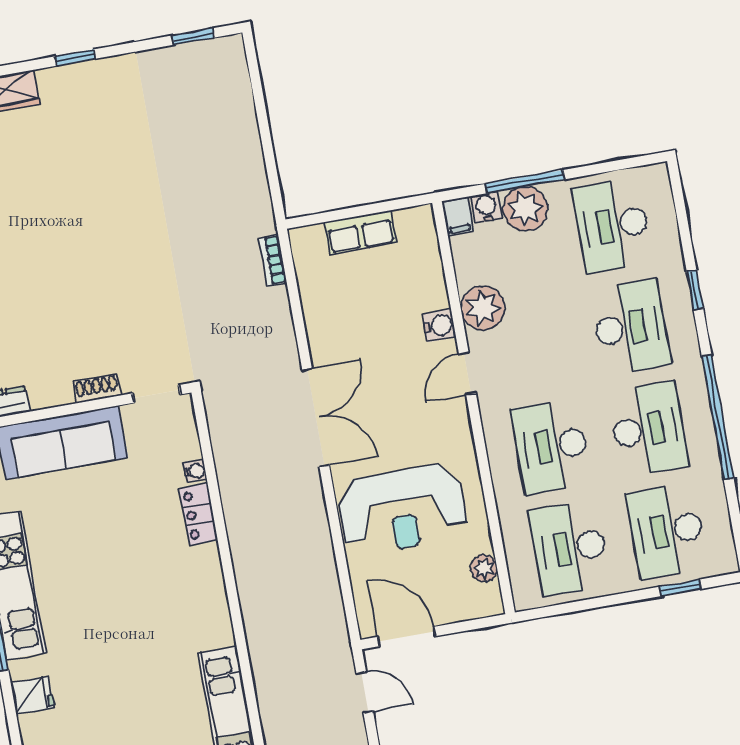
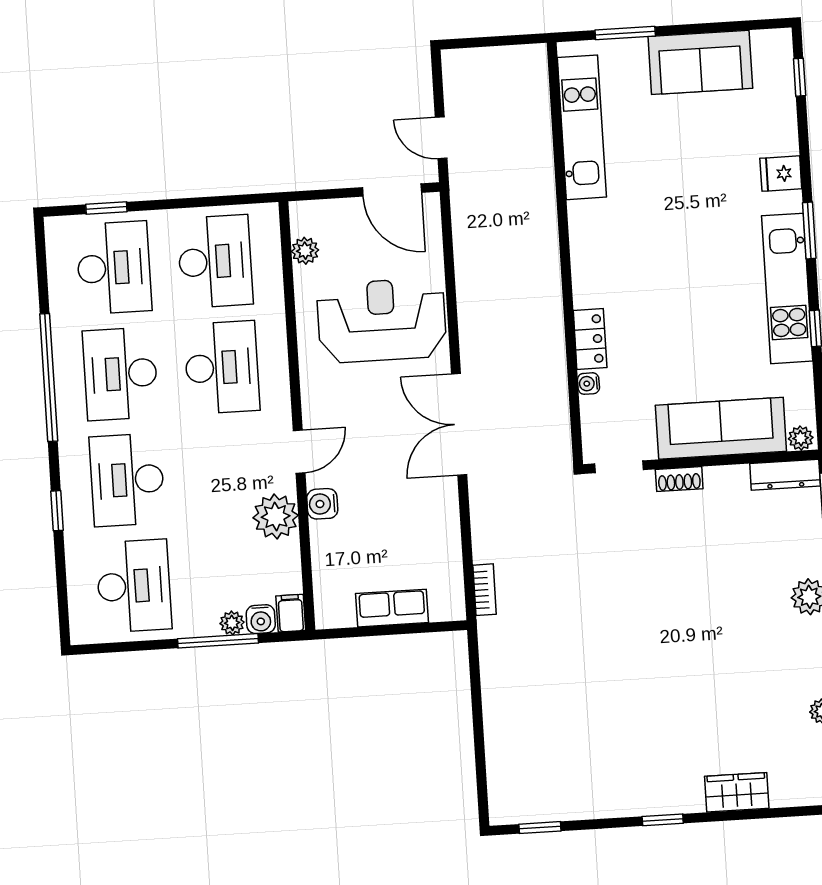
plant: (525, 209) -> (232, 623), width x0.53, depth x0.53

